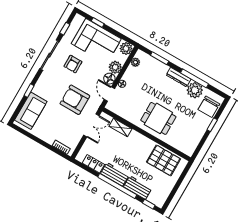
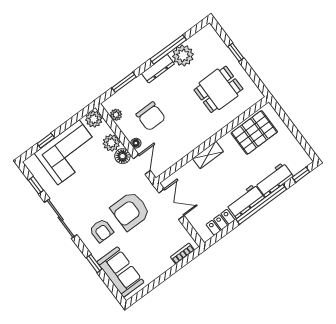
armchair: (73, 64) -> (101, 231), moved
door: (109, 94) -> (142, 164), swing flipped
chair: (209, 107) -> (151, 116), moved
dining table: (158, 118) -> (218, 89), moved
shelving: (120, 127) -> (208, 155), moved

